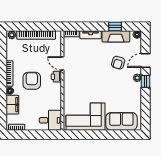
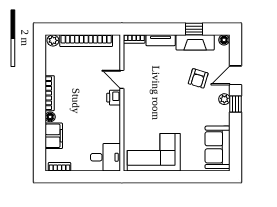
armchair: (32, 81) -> (80, 103), removed
sofa: (121, 121) -> (218, 147), moved, turned -90

